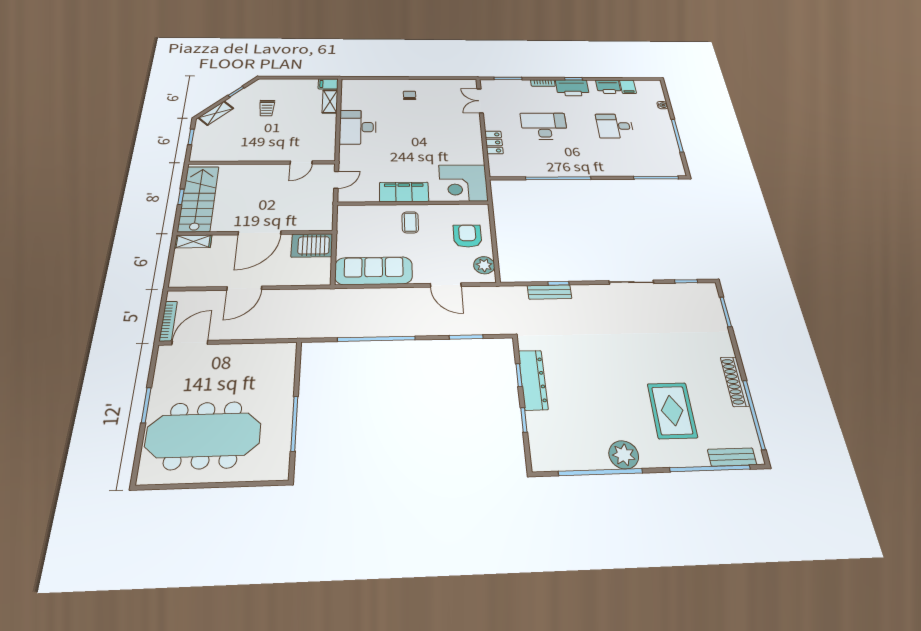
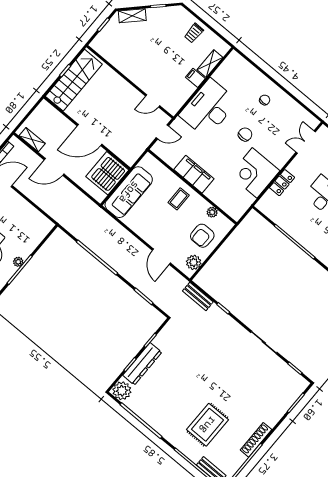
filing cabinet: (328, 84) -> (195, 78), moved
trolley: (267, 108) -> (194, 33), moved
desk: (358, 127) -> (208, 108), width x1.36, depth x1.30
chair: (419, 130) -> (245, 134), added
corner desk: (463, 183) -> (255, 173), moved
plant: (456, 210) -> (212, 212), added
armchair: (467, 236) -> (202, 236), turned 180
shelving: (193, 241) -> (32, 140), moved
server rack: (312, 245) -> (107, 173), width x1.60
sofa: (374, 271) -> (129, 192), moved, turned 90
bench: (549, 292) -> (198, 296), moved
dresser: (533, 380) -> (142, 364), moved
plant: (285, 416) -> (18, 262), added
plant: (624, 455) -> (122, 391), moved

